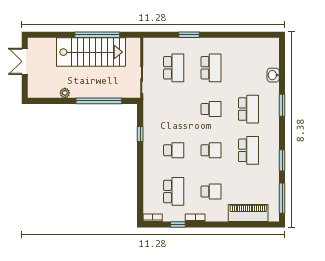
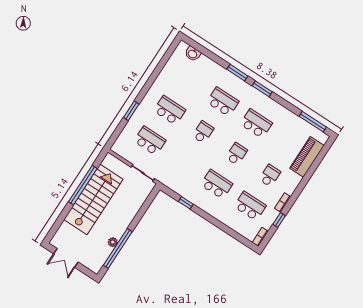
washbasin: (273, 75) -> (193, 54), moved
window: (99, 101) -> (118, 249), moved
school desk: (174, 150) -> (217, 184), width x1.85
window: (282, 160) -> (262, 89), moved

